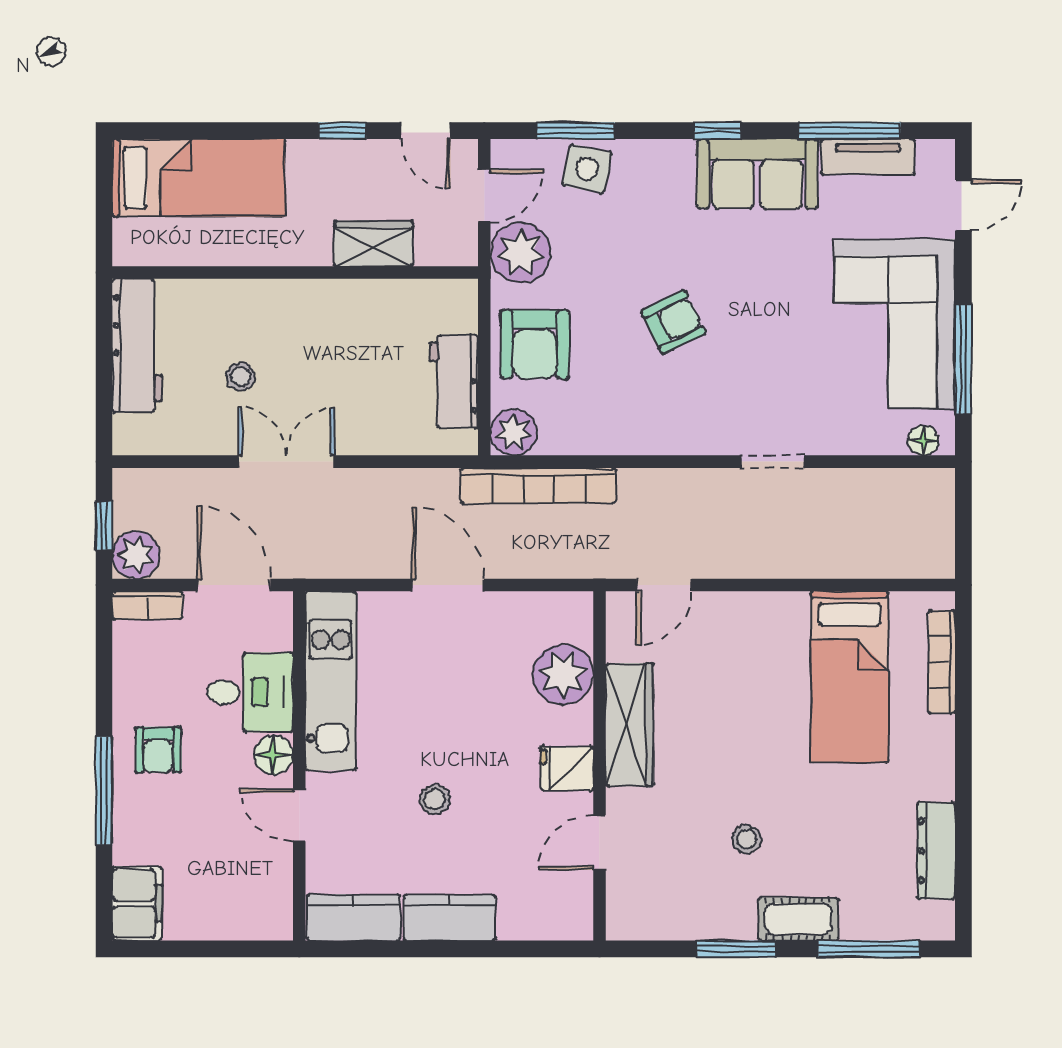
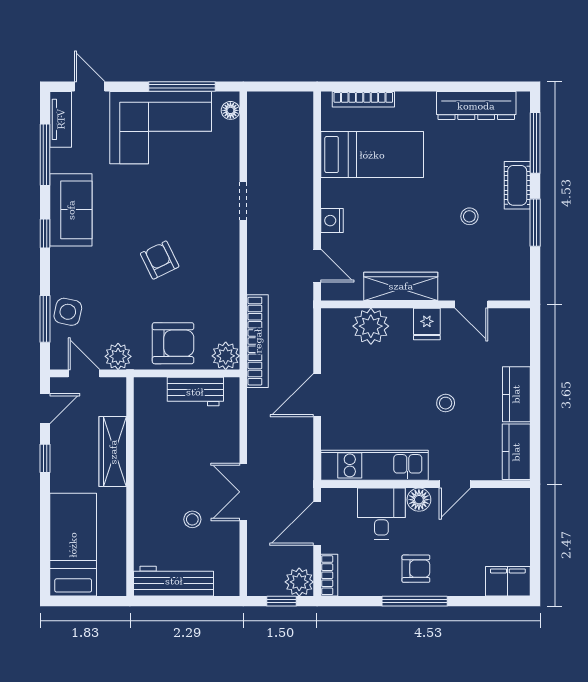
tv unit: (868, 157) -> (61, 119), moved
wardrobe: (373, 244) -> (113, 452), width x1.50
plant: (521, 253) -> (118, 356), width x0.73, depth x0.73
nightstand: (739, 610) -> (332, 221), added
window: (104, 791) -> (415, 601), moved
dresser: (936, 851) -> (476, 106), width x1.37, depth x1.24

